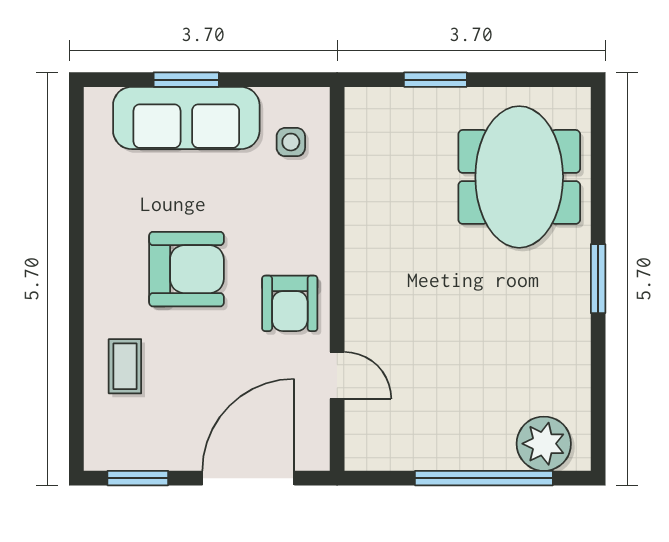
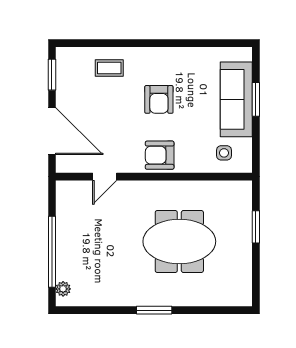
meeting table: (519, 177) -> (179, 241), moved
armchair: (186, 269) -> (159, 99), width x0.73, depth x0.73
armchair: (290, 303) -> (160, 155), moved
plant: (544, 444) -> (63, 289), width x0.53, depth x0.53

